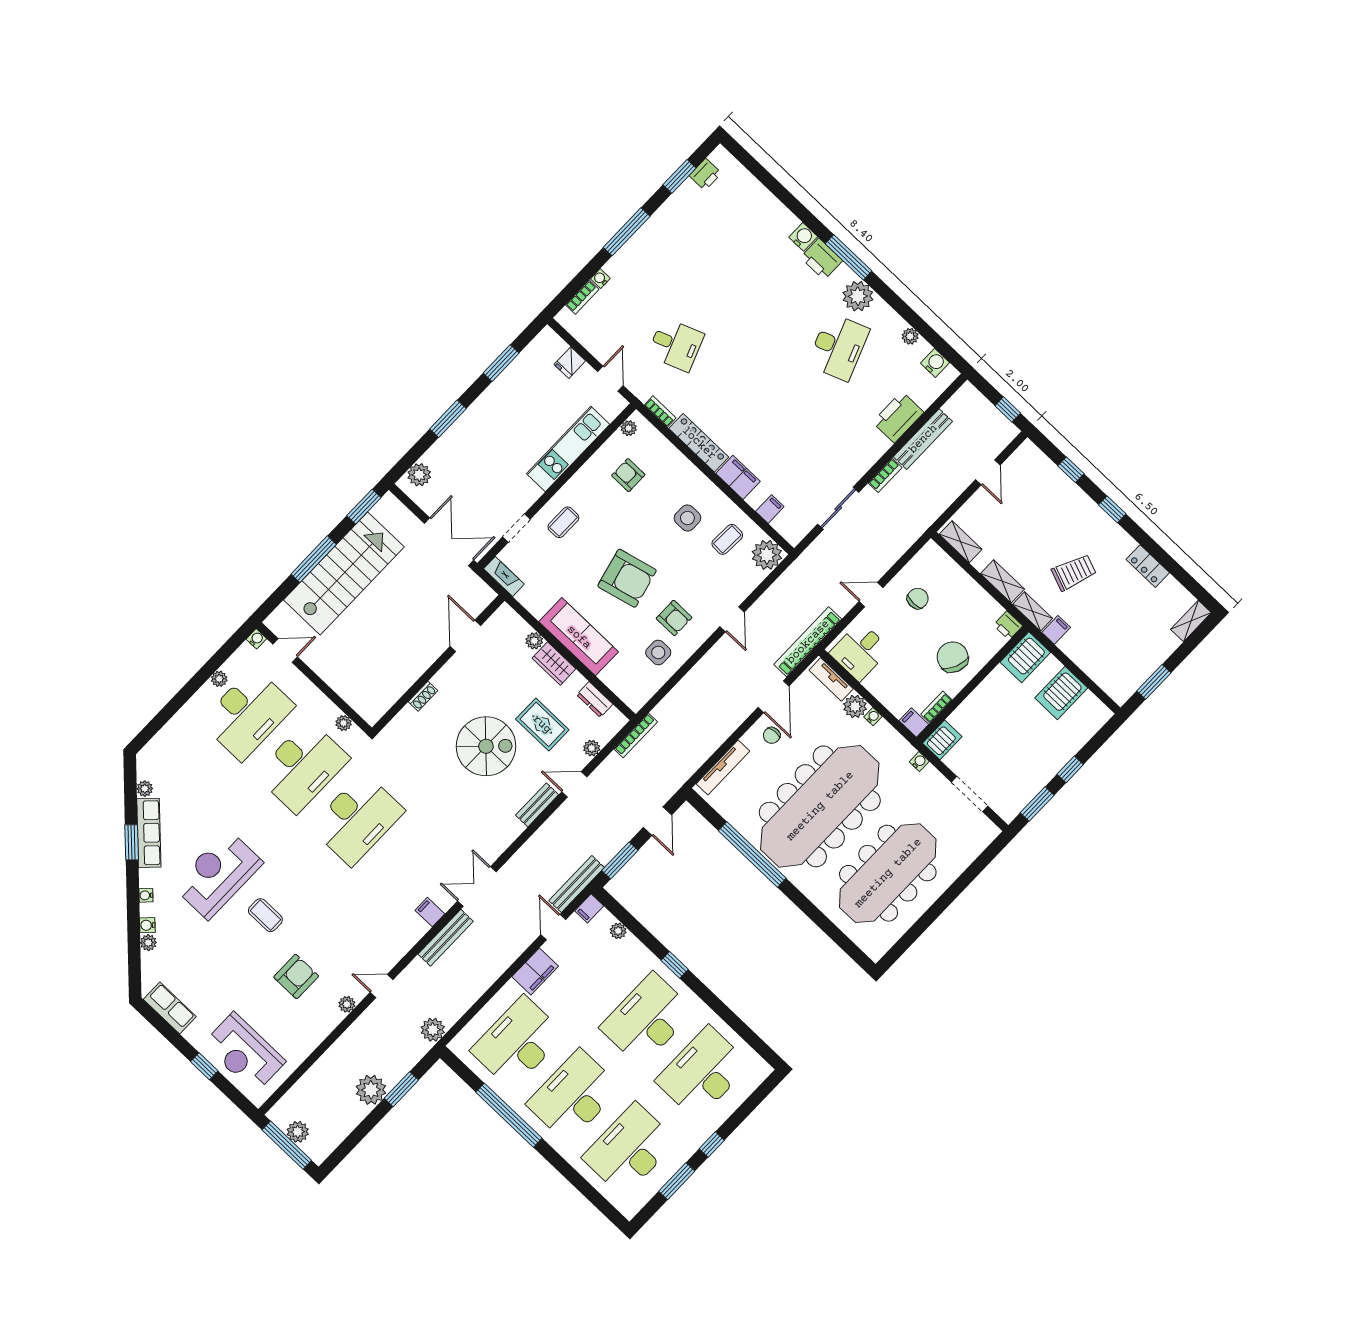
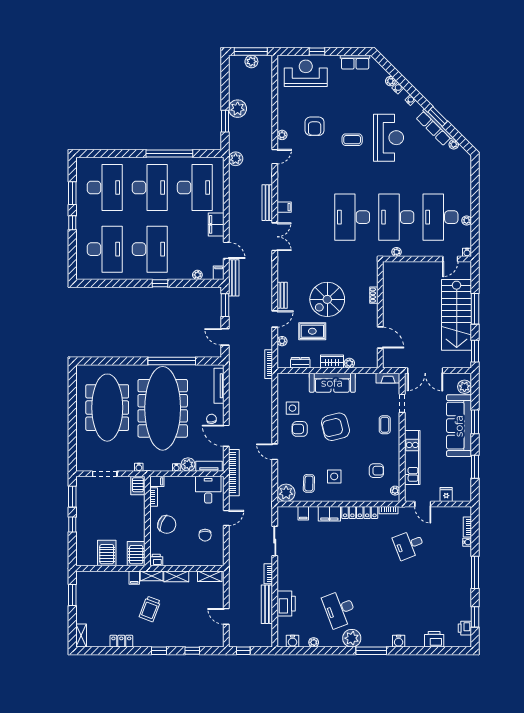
printer: (821, 259) -> (434, 639), moved
sofa: (472, 433) -> (459, 426), added

